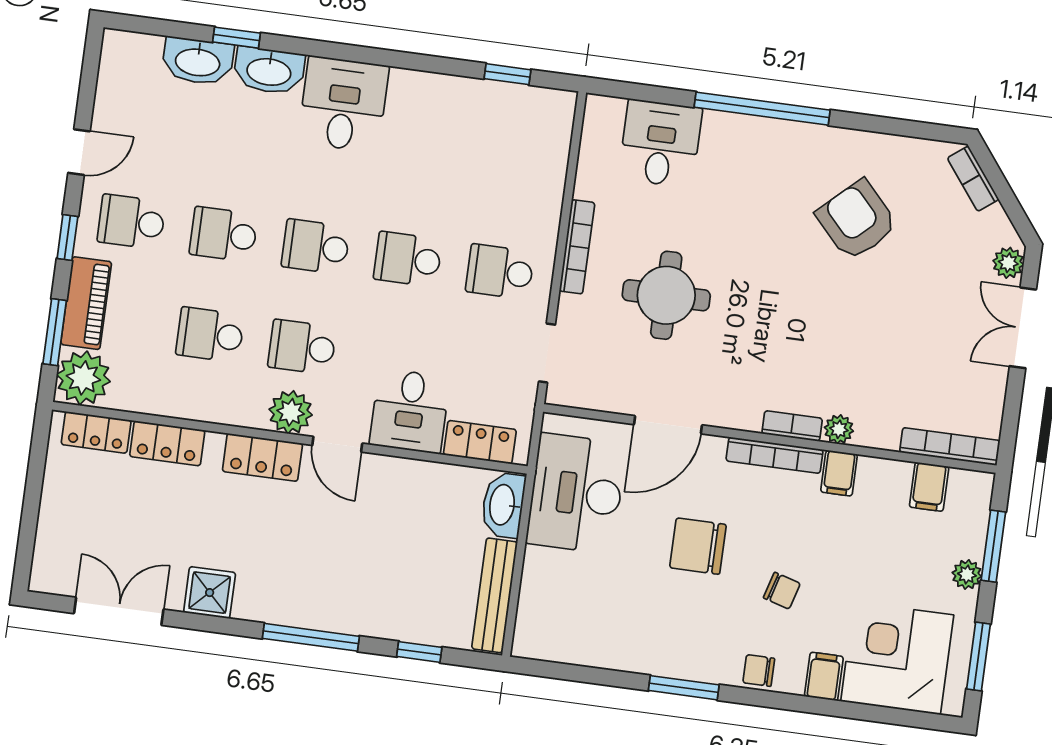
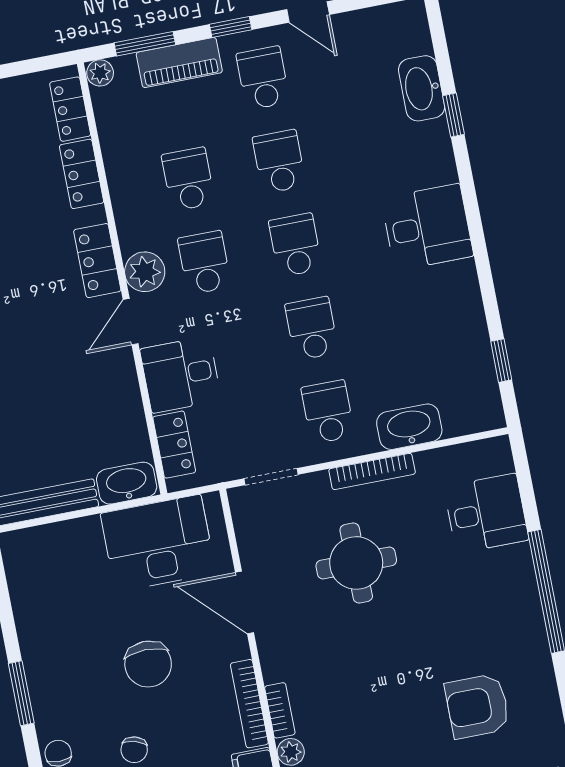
washbasin: (269, 71) -> (409, 427), moved, turned 90
armchair: (857, 220) -> (477, 706), turned -137
plant: (83, 378) -> (100, 73), width x0.53, depth x0.53
chair: (698, 546) -> (148, 664), turned 180

